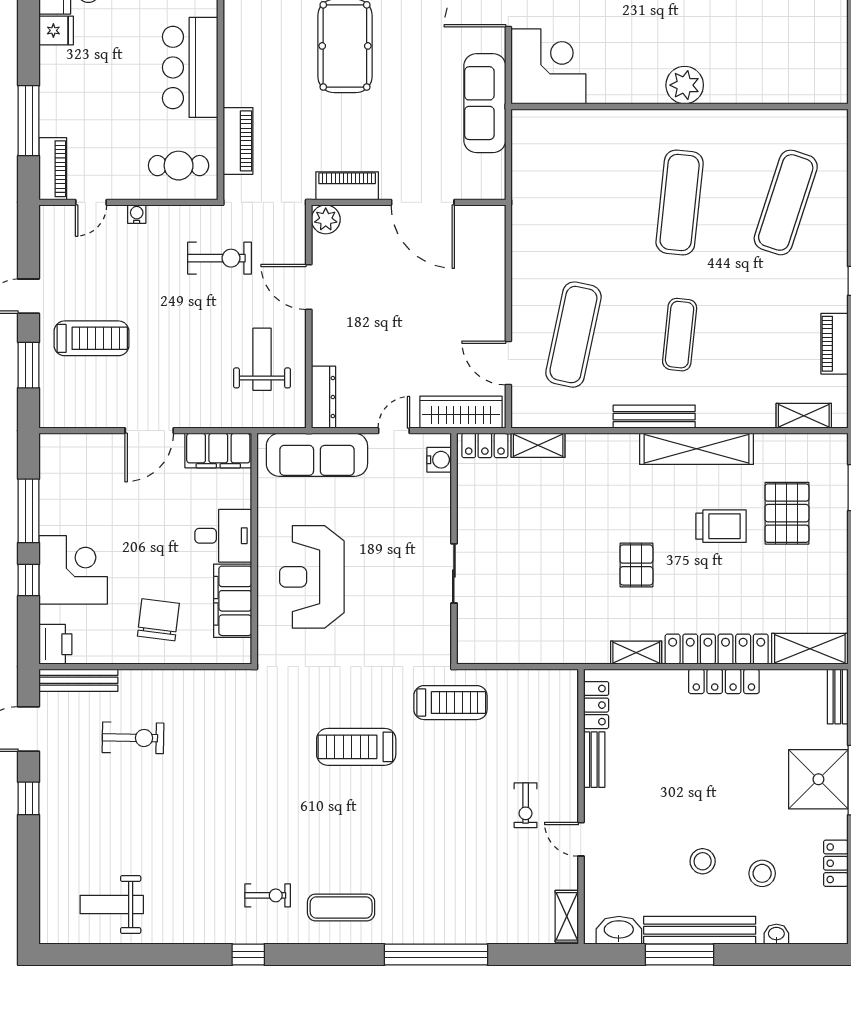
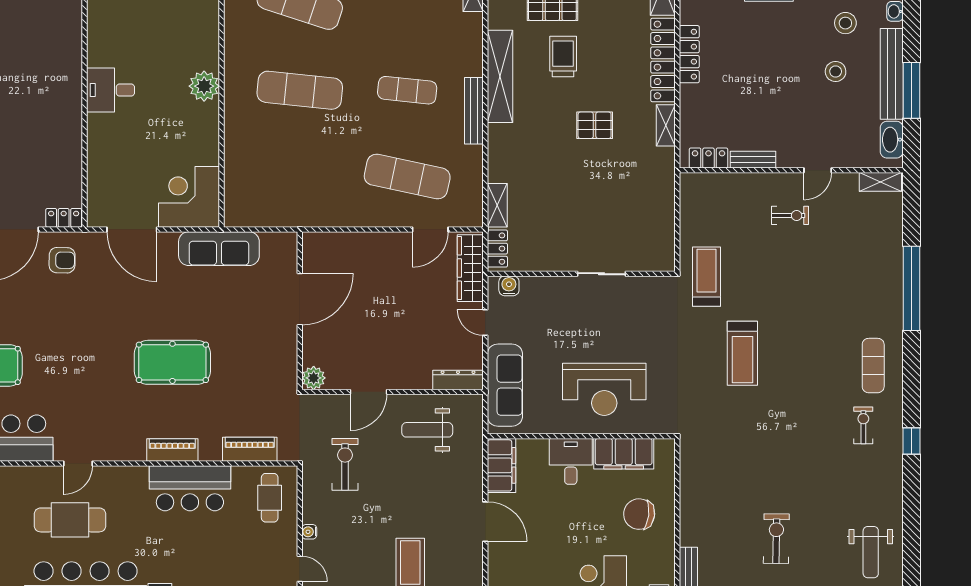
piano: (347, 186) -> (172, 450), moved, turned 90
exercise bike: (133, 738) -> (776, 539), moved

